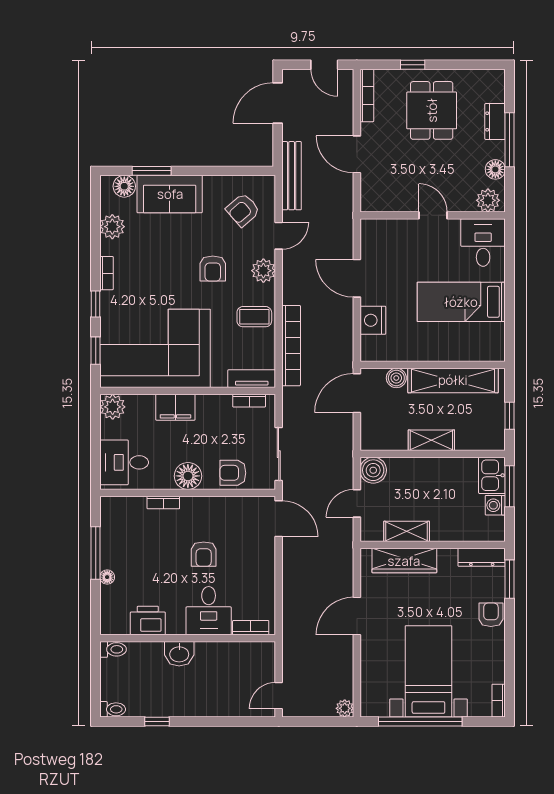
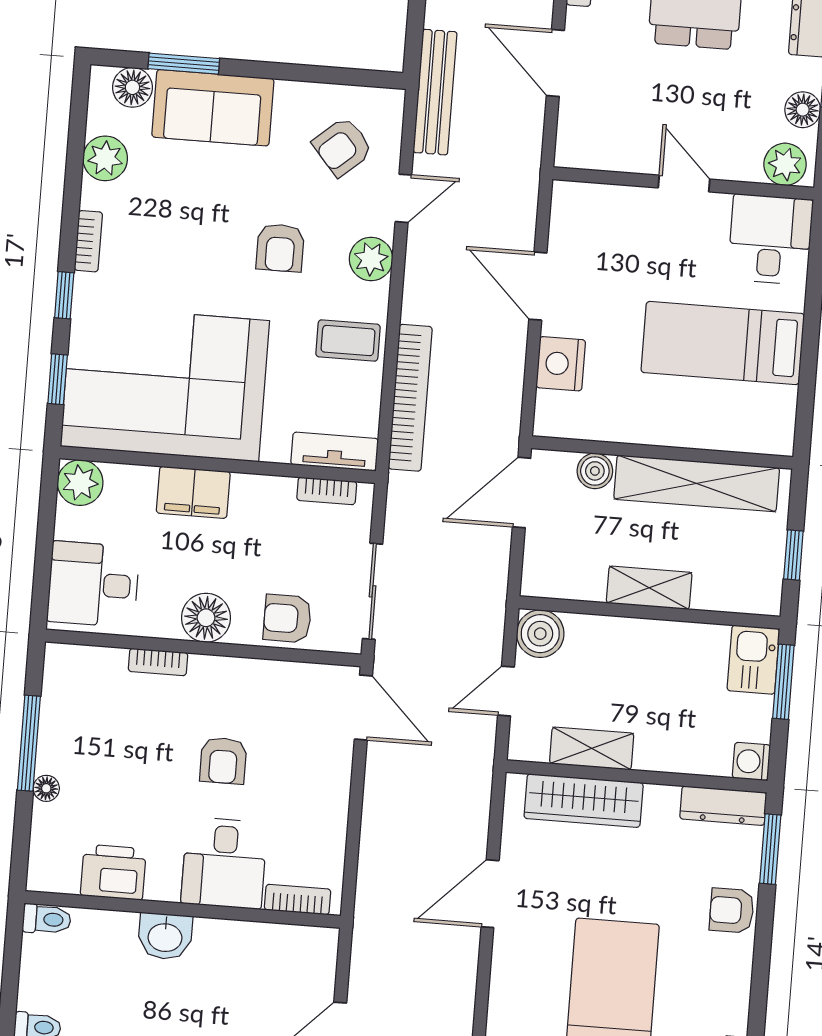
washing machine: (495, 505) -> (751, 761), moved
armchair: (491, 615) -> (732, 910), turned -90

